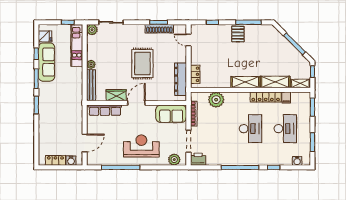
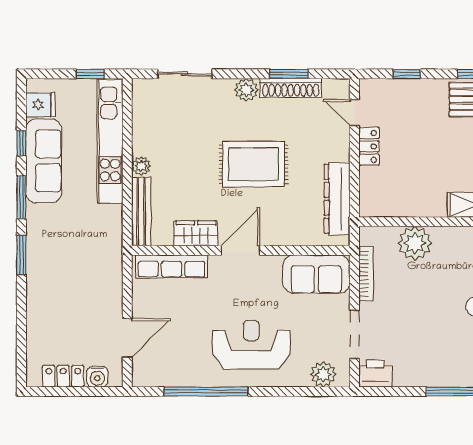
plant: (92, 30) -> (246, 90), moved
kitchen unit: (77, 46) -> (110, 141), width x1.36
rug: (142, 64) -> (254, 164), turned 90
locker: (195, 74) -> (369, 146), moved

